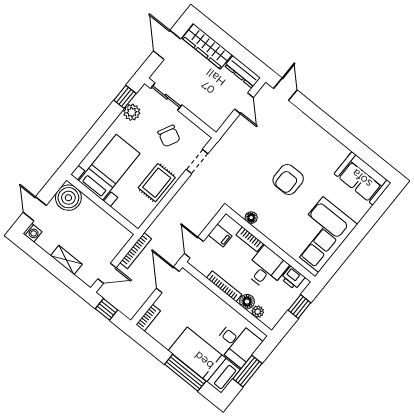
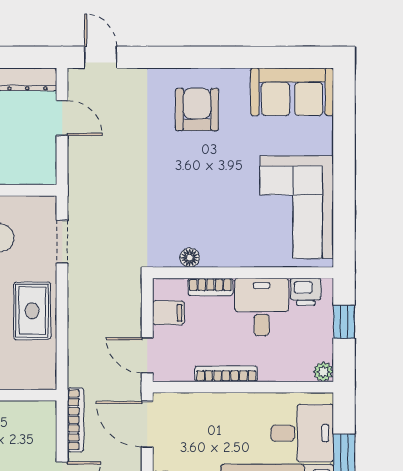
armchair: (288, 180) -> (197, 110), moved, turned 180
floor lamp: (247, 302) -> (271, 370), removed
plant: (258, 312) -> (323, 372), moved

